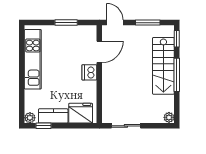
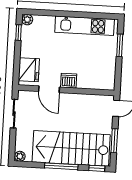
window: (66, 23) -> (120, 45), moved
door: (99, 52) -> (49, 89), moved
stairs: (163, 66) -> (71, 148), width x1.36, depth x1.51
kitchen counter: (53, 116) -> (28, 43), removed

